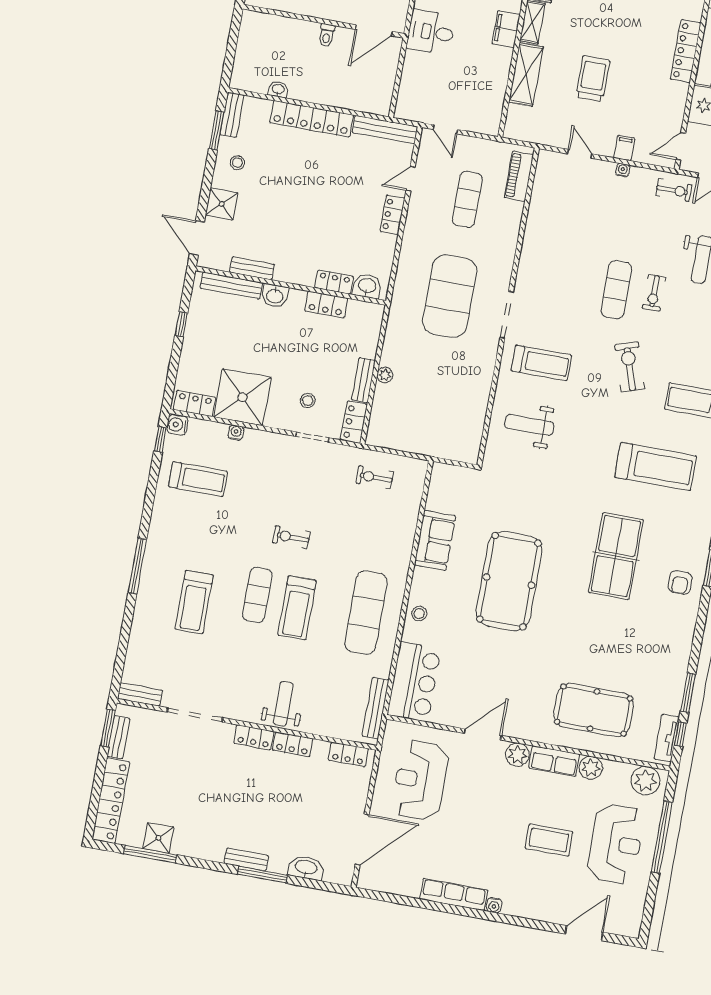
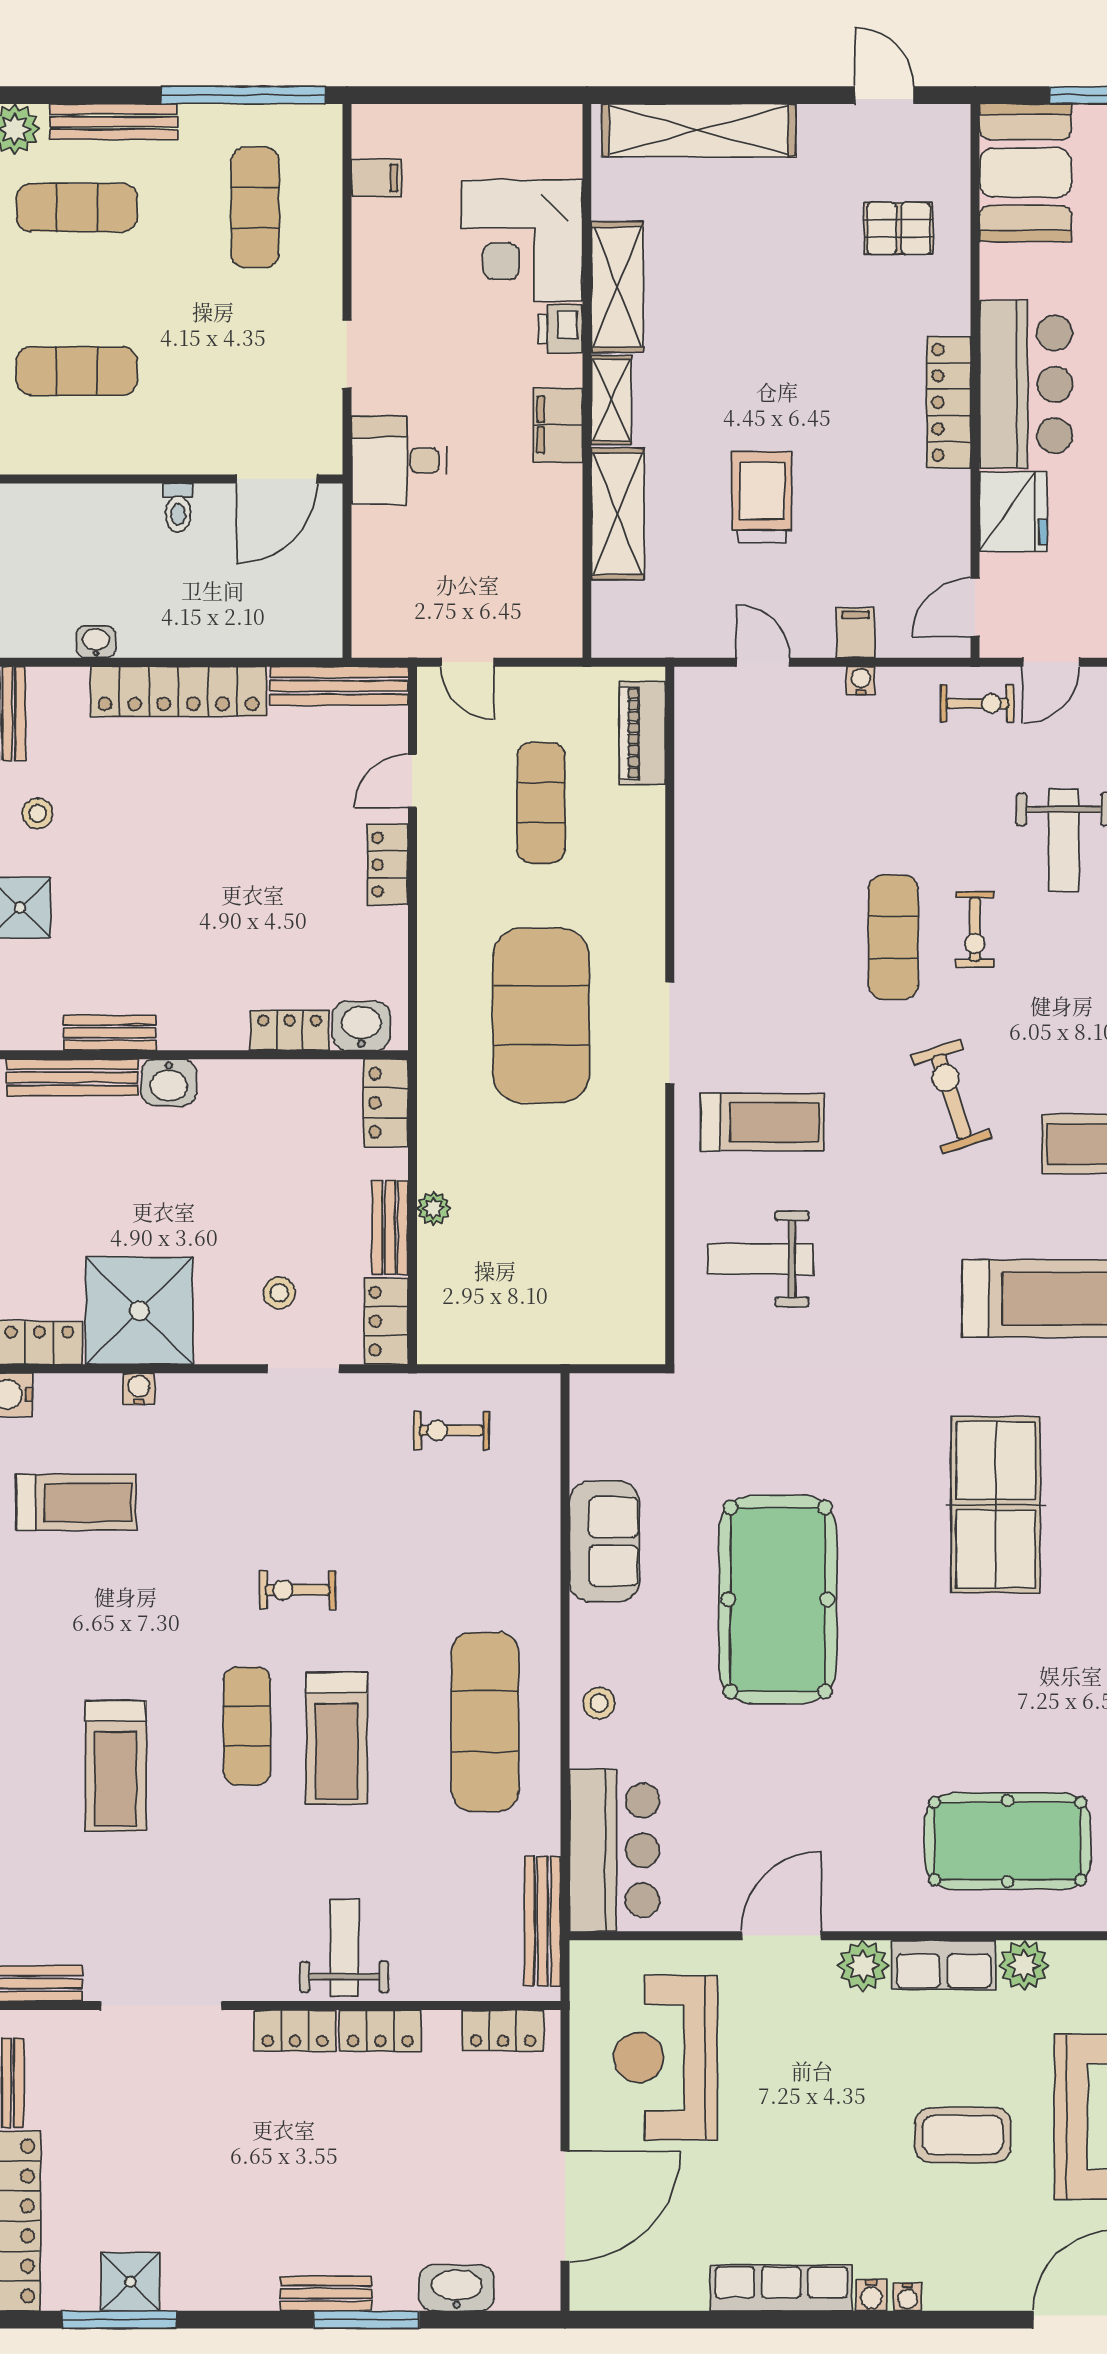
locker: (326, 305) -> (386, 1103), moved, turned 90
water cooler: (510, 909) -> (907, 2297), added

